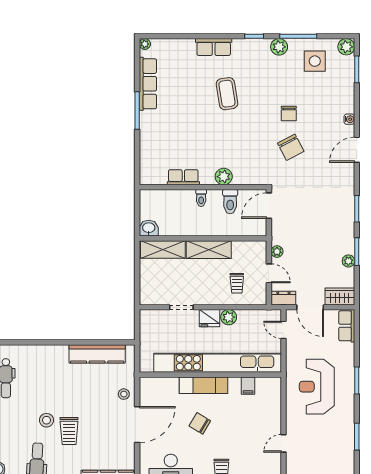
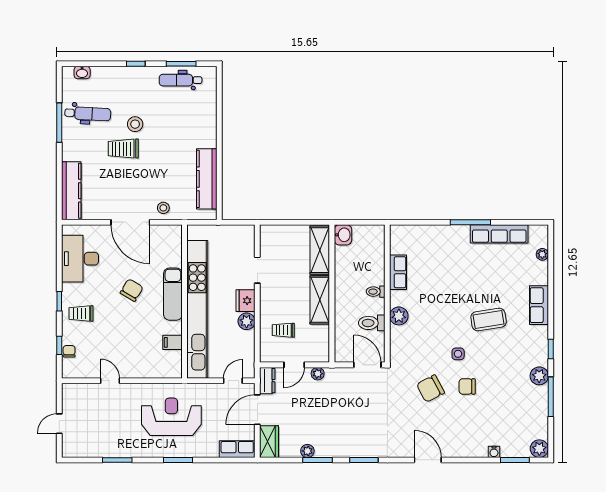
plant: (145, 44) -> (542, 254), moved
side table: (315, 61) -> (458, 354), moved, width x0.54, depth x0.54
water cooler: (349, 119) -> (494, 452), moved

